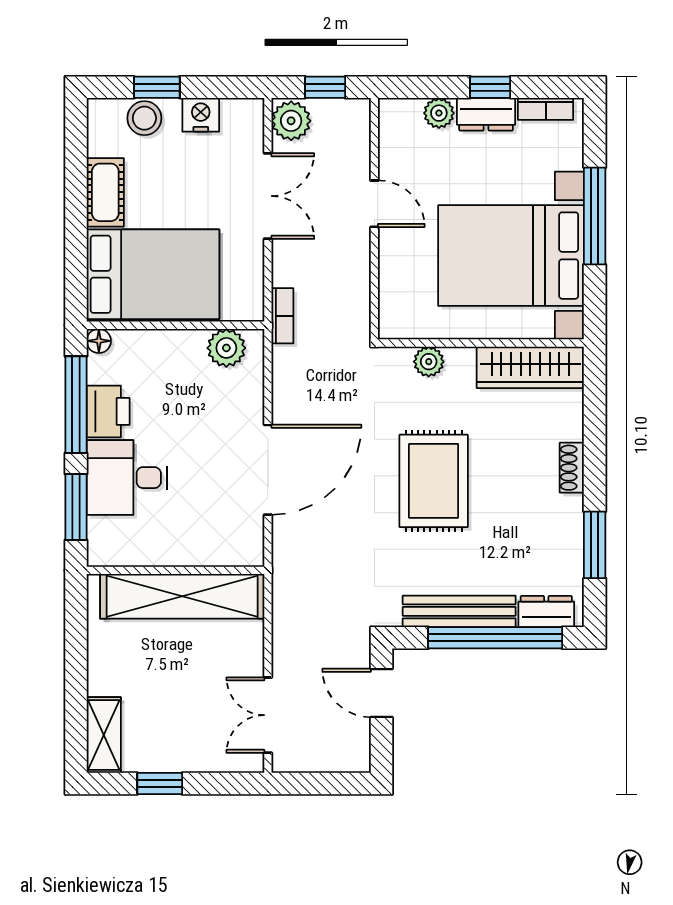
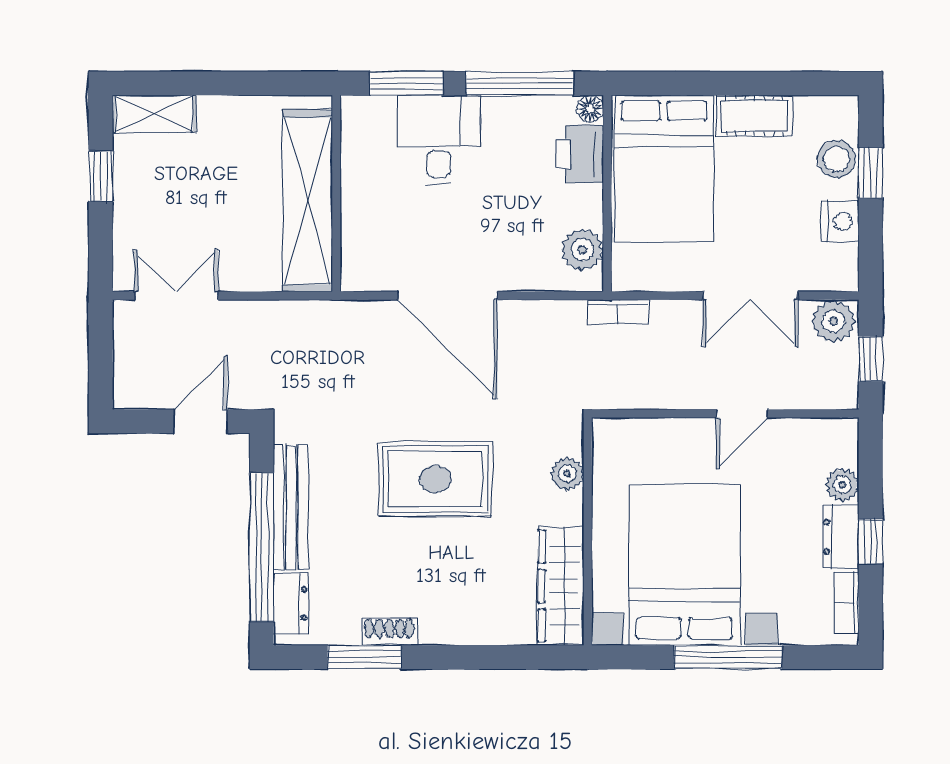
printer: (108, 411) -> (580, 154), moved, turned 90
shoe rack: (572, 468) -> (389, 632), moved

